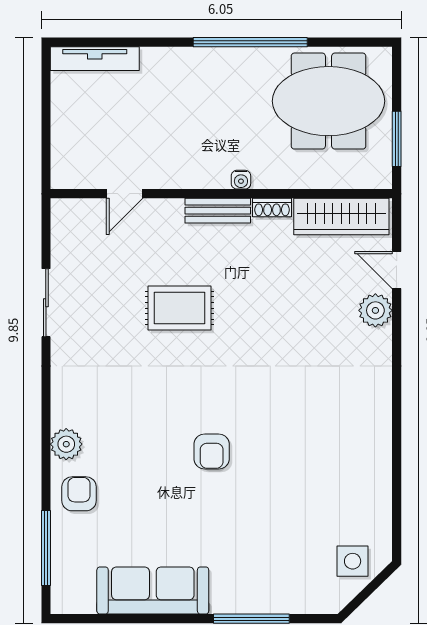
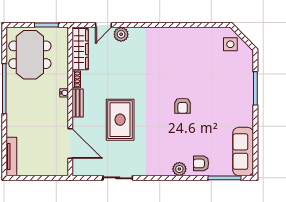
door: (125, 194) -> (70, 144), width x1.87
rug: (179, 308) -> (120, 120), width x1.36, depth x1.43
armchair: (212, 451) -> (183, 106), turned 90
sofa: (153, 590) -> (243, 152), moved

